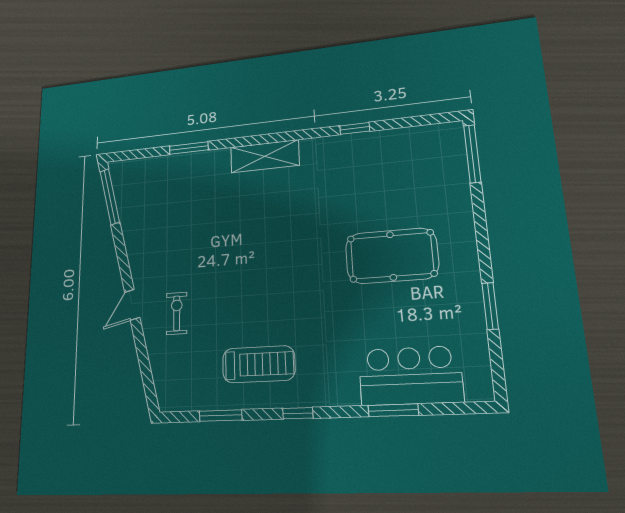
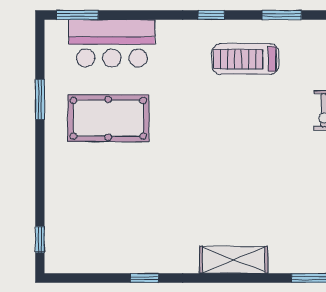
window: (472, 154) -> (40, 240), width x0.46
pool table: (392, 256) -> (108, 118), moved
window: (393, 410) -> (77, 15), moved

